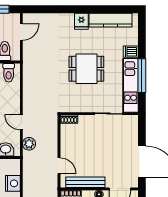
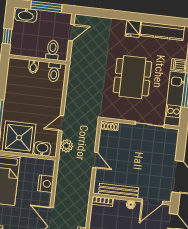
dining table: (86, 69) -> (133, 77), width x1.38
door: (21, 122) -> (61, 123), hinge flipped
door: (59, 166) -> (95, 160), moved

